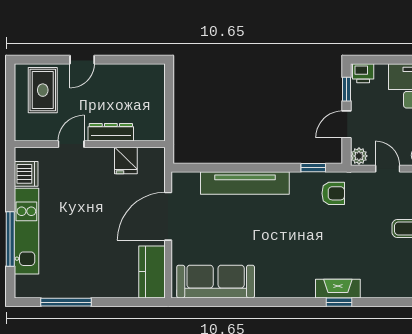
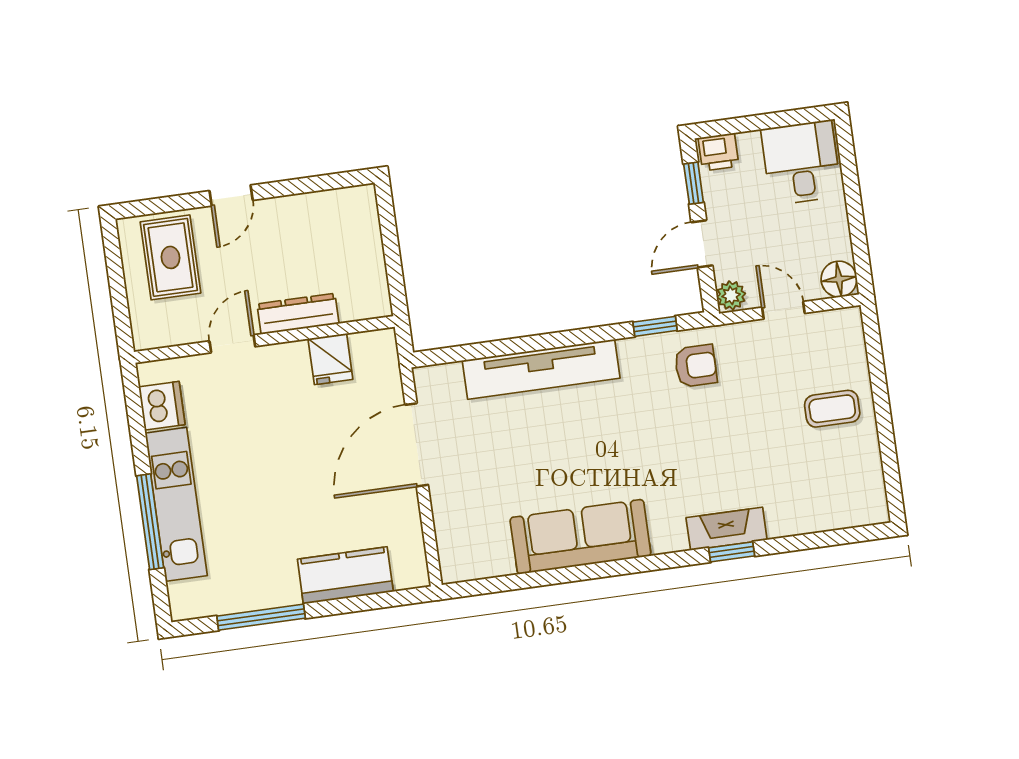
kitchen counter: (152, 272) -> (345, 575), moved, turned 90
sofa: (216, 282) -> (580, 537), moved

